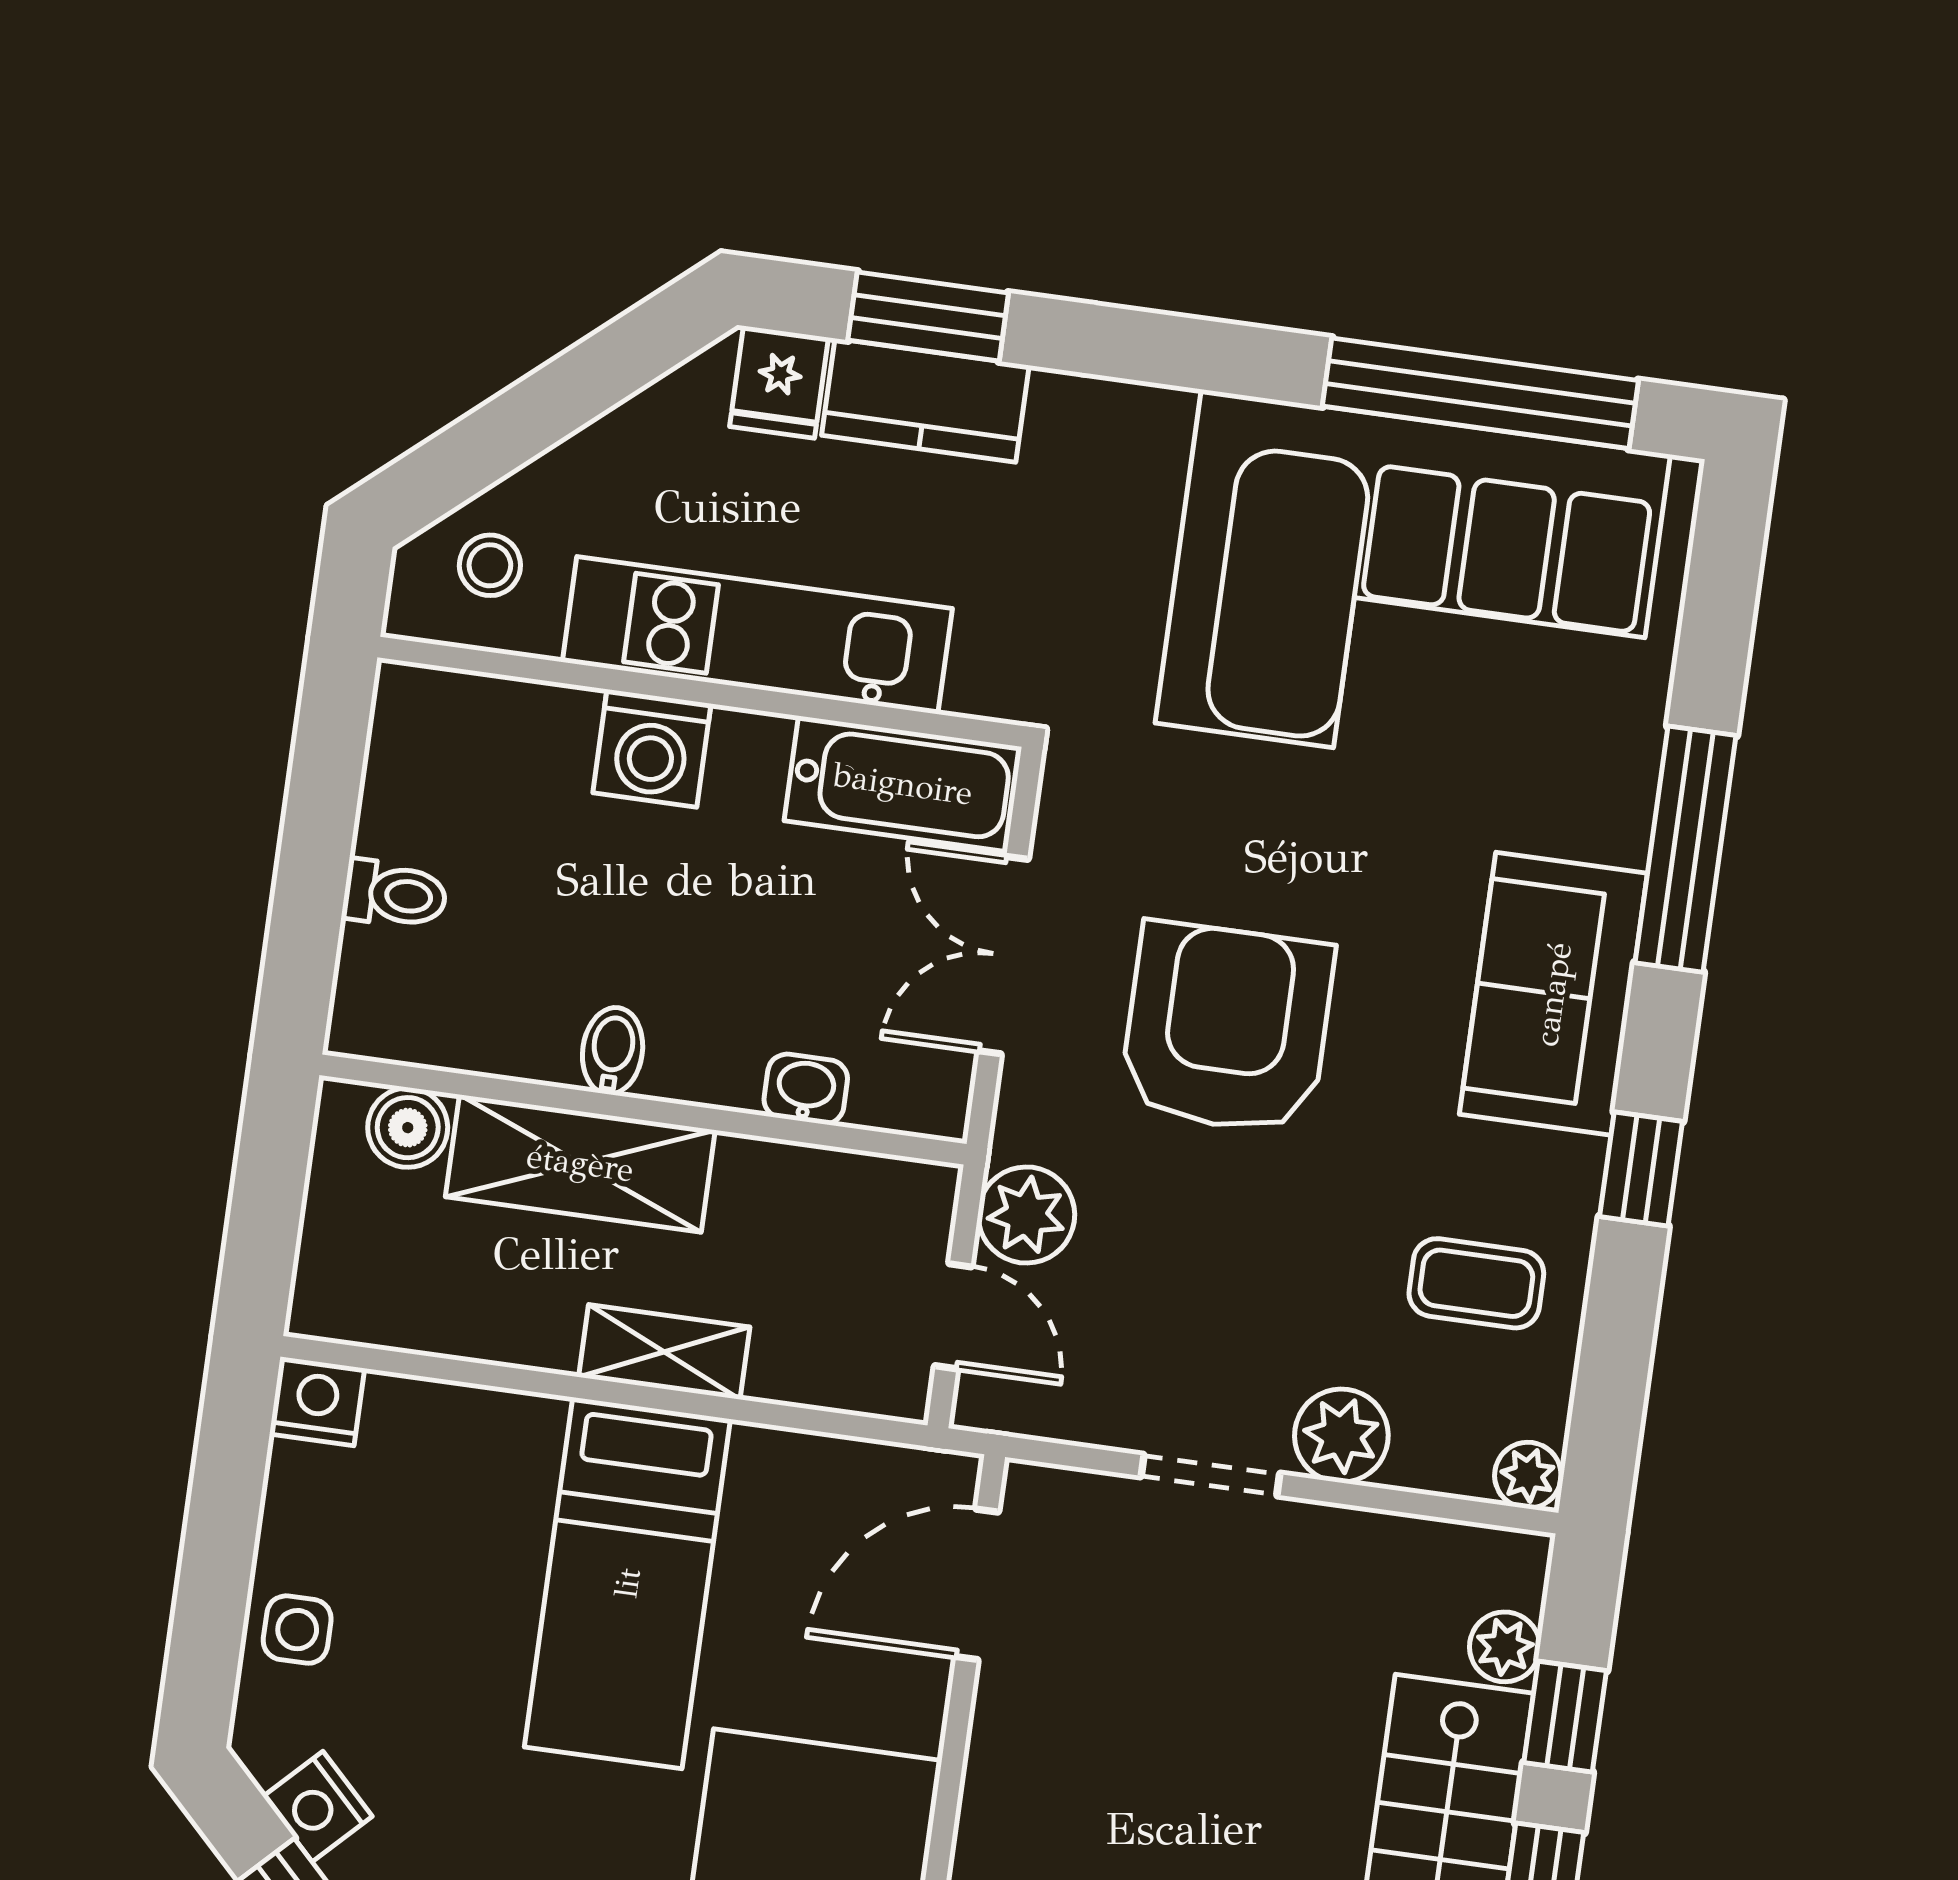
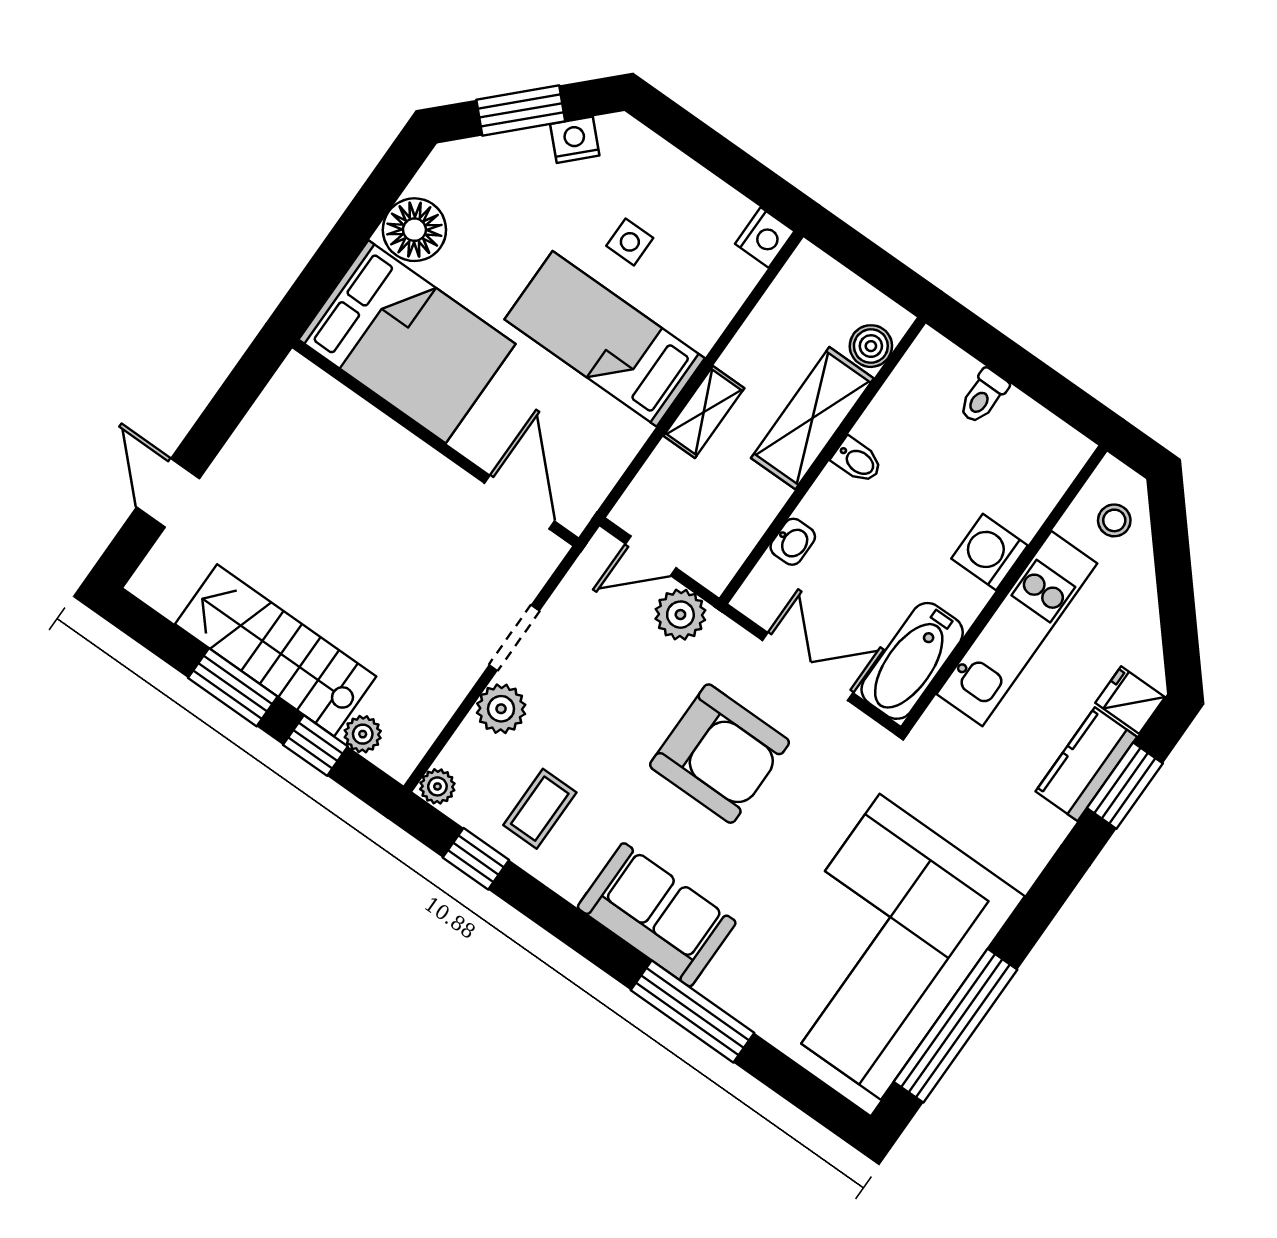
window: (1641, 1169) -> (476, 859), moved
side table: (297, 1630) -> (630, 242), moved

